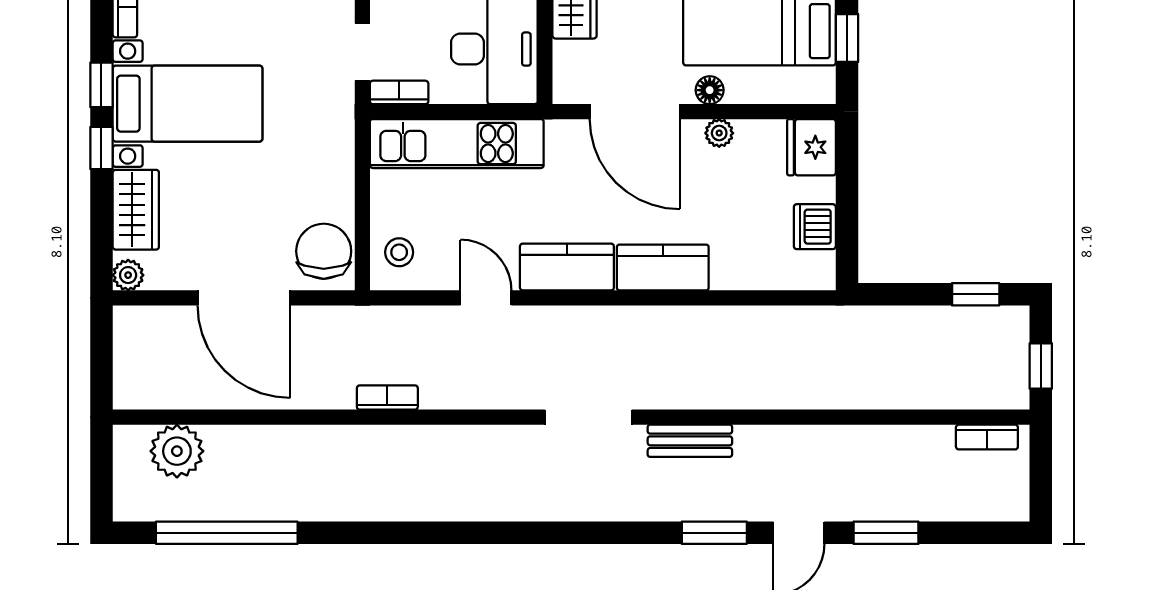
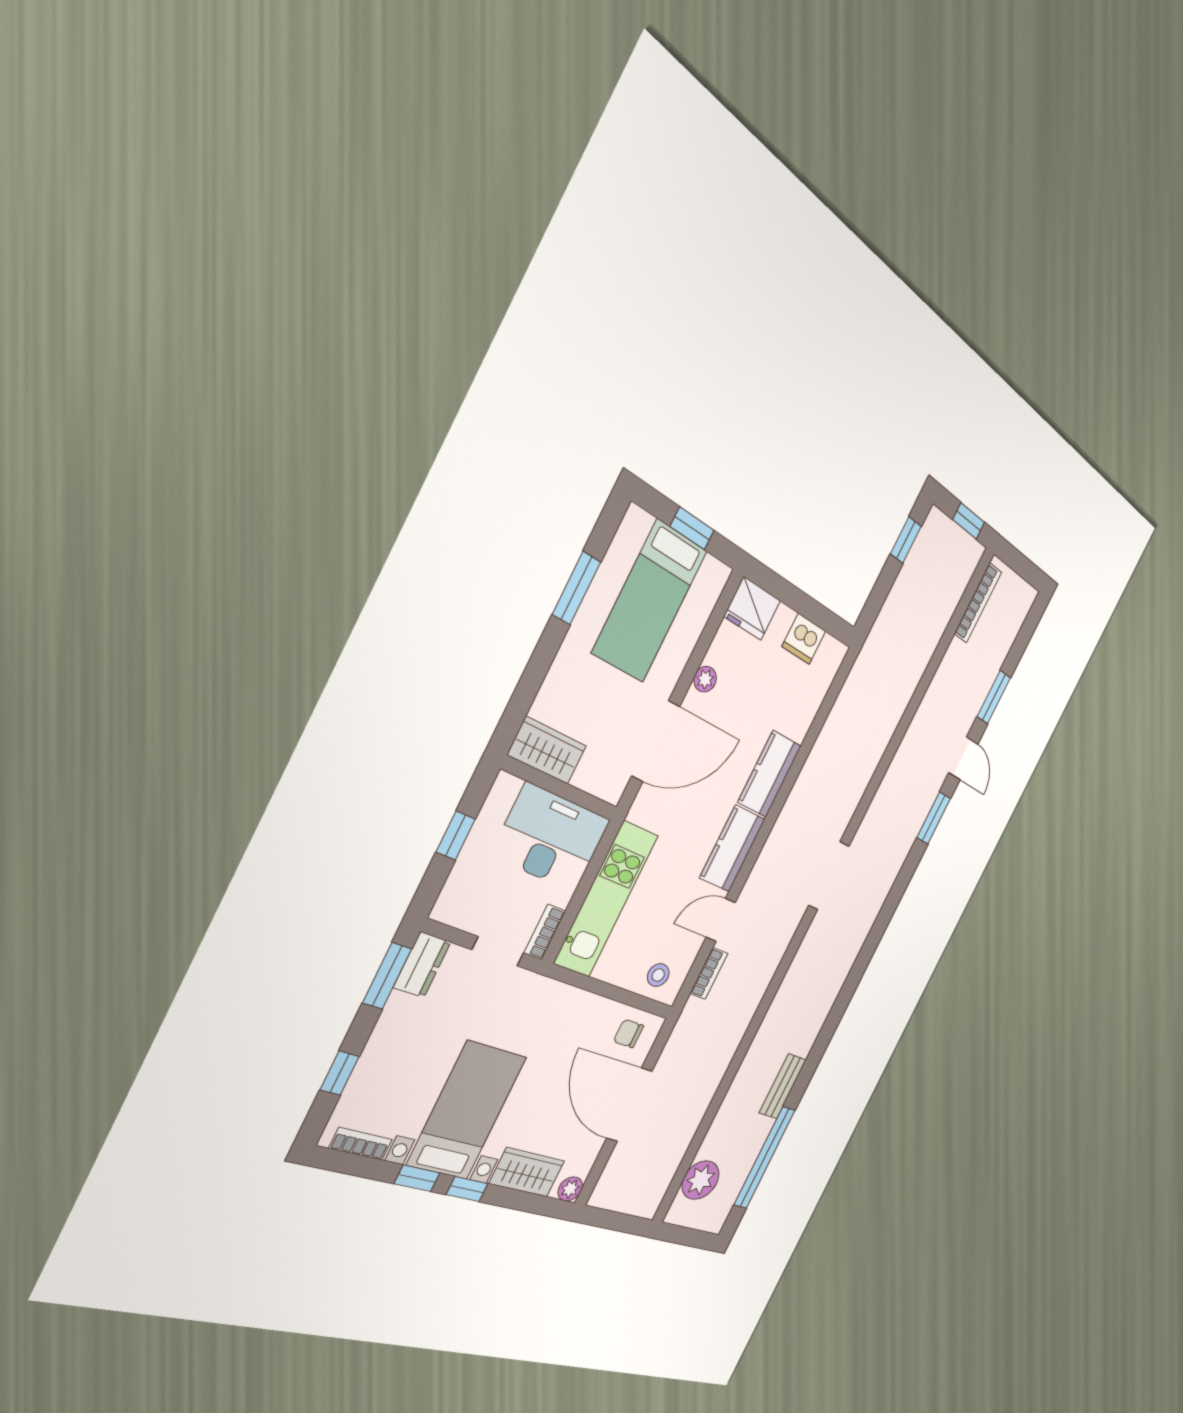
floor lamp: (710, 90) -> (671, 670), removed
chair: (324, 251) -> (629, 1033), width x0.54, depth x0.54
door: (244, 298) -> (629, 1105), swing flipped
bookcase: (387, 398) -> (709, 974), moved, turned 180
bookcase: (987, 437) -> (978, 603), width x1.56
bench: (690, 441) -> (783, 1086), moved

